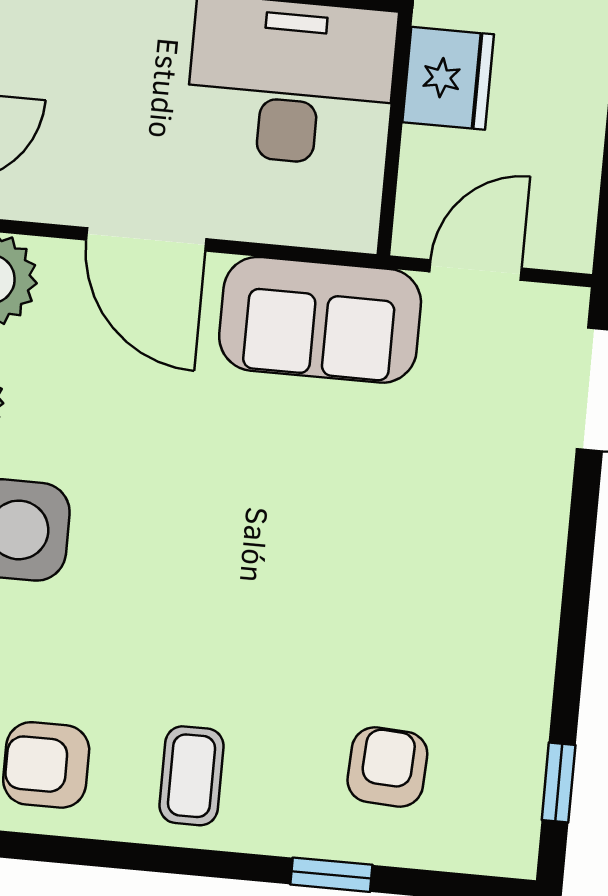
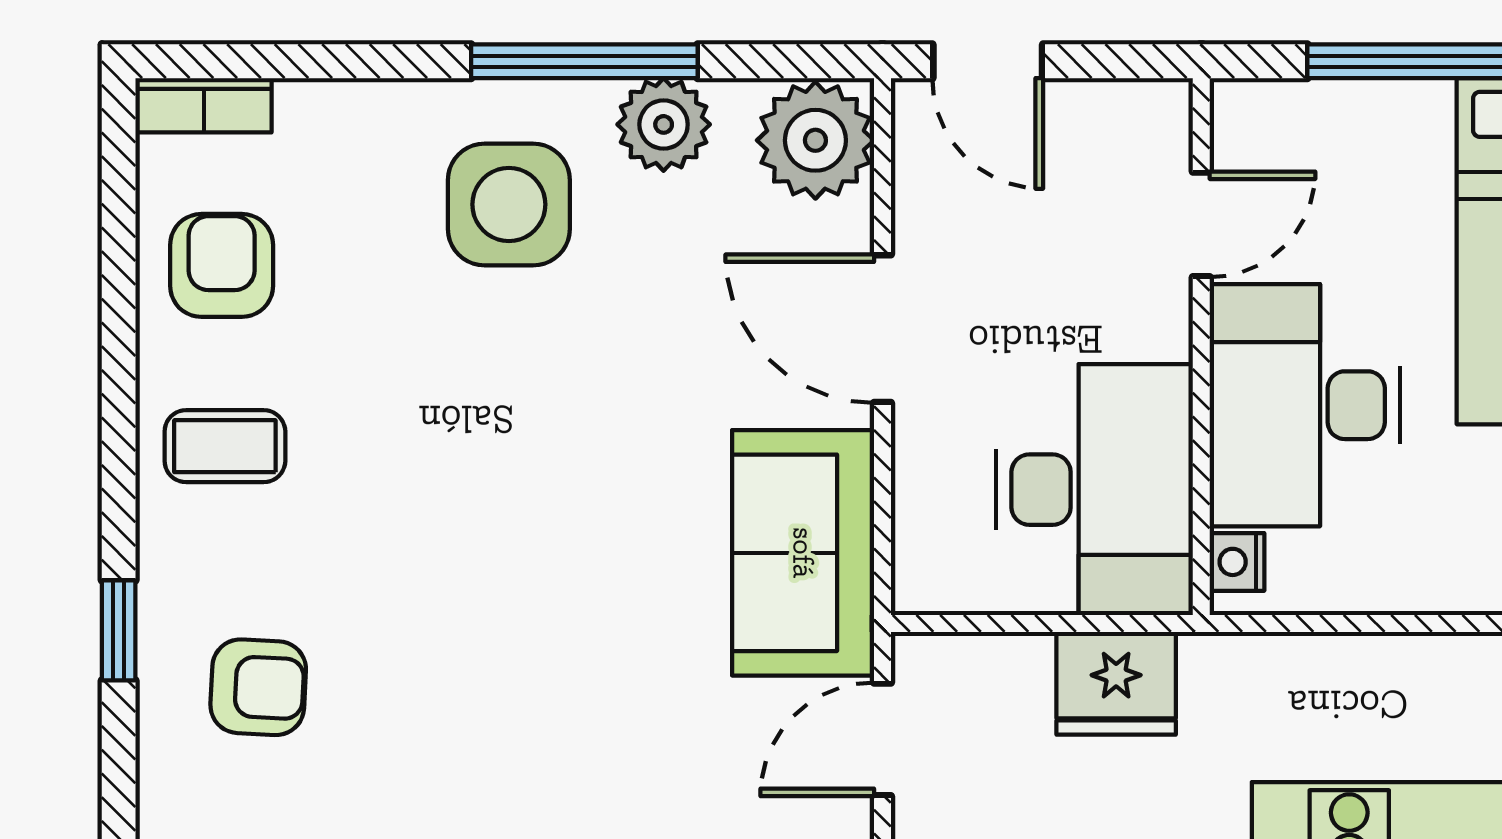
door: (146, 239) -> (882, 329), hinge flipped
door: (476, 270) -> (882, 739), swing flipped

